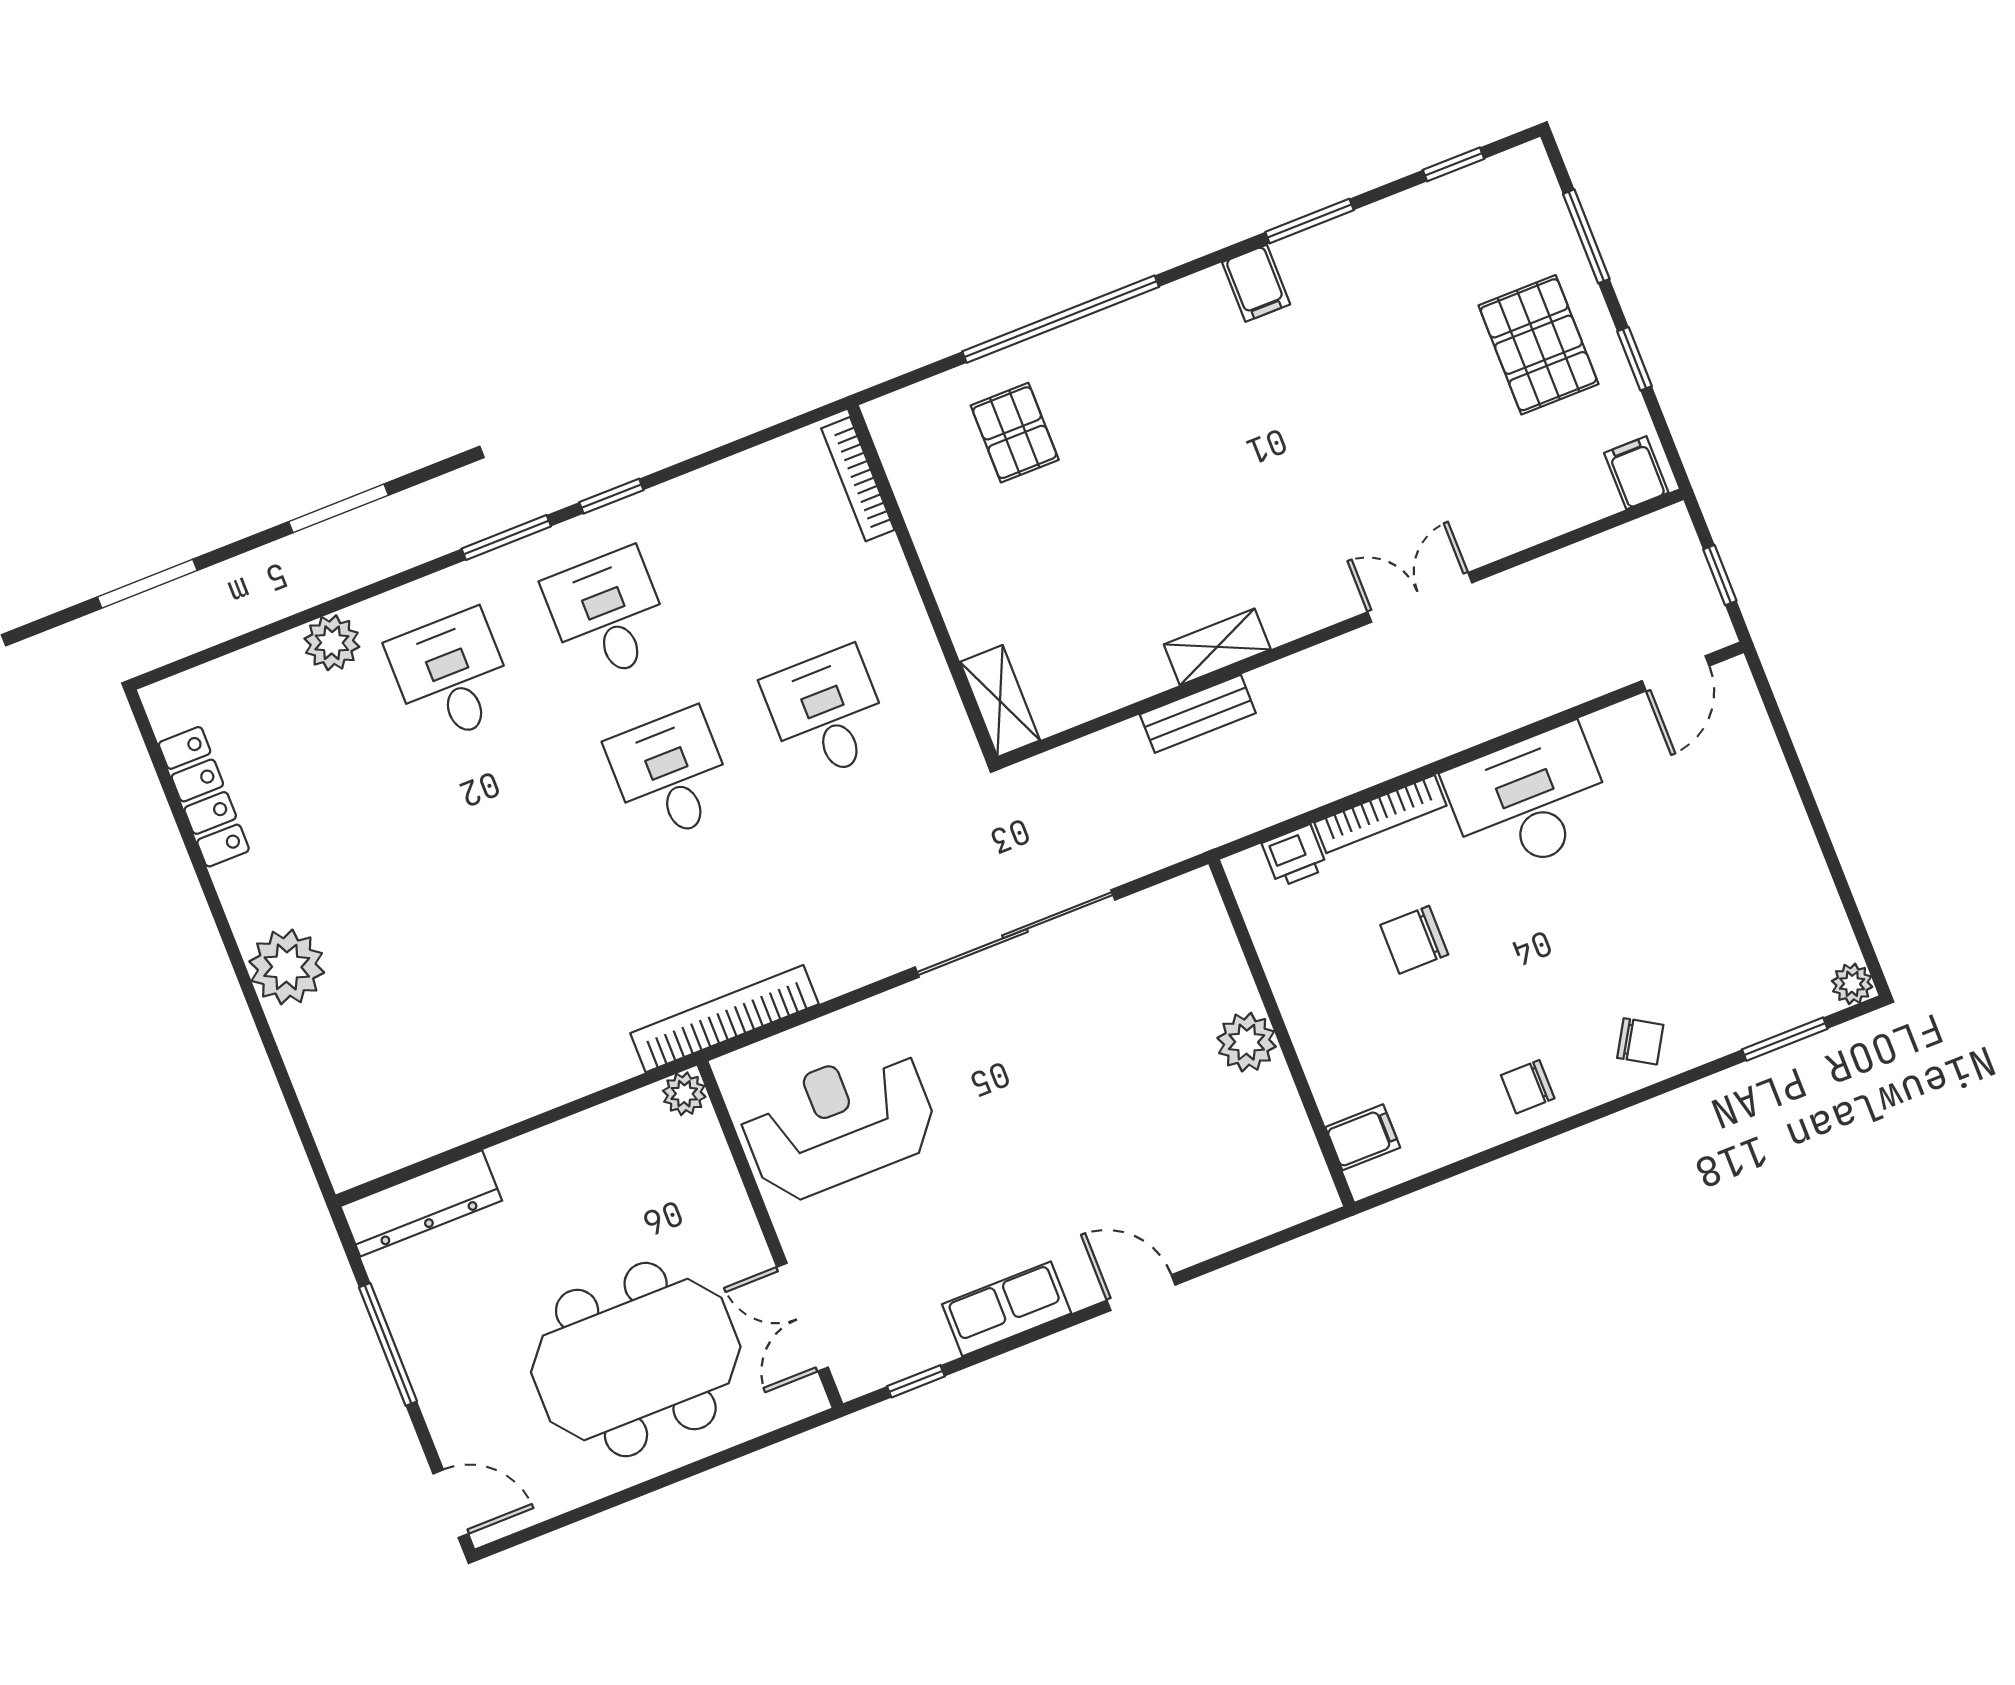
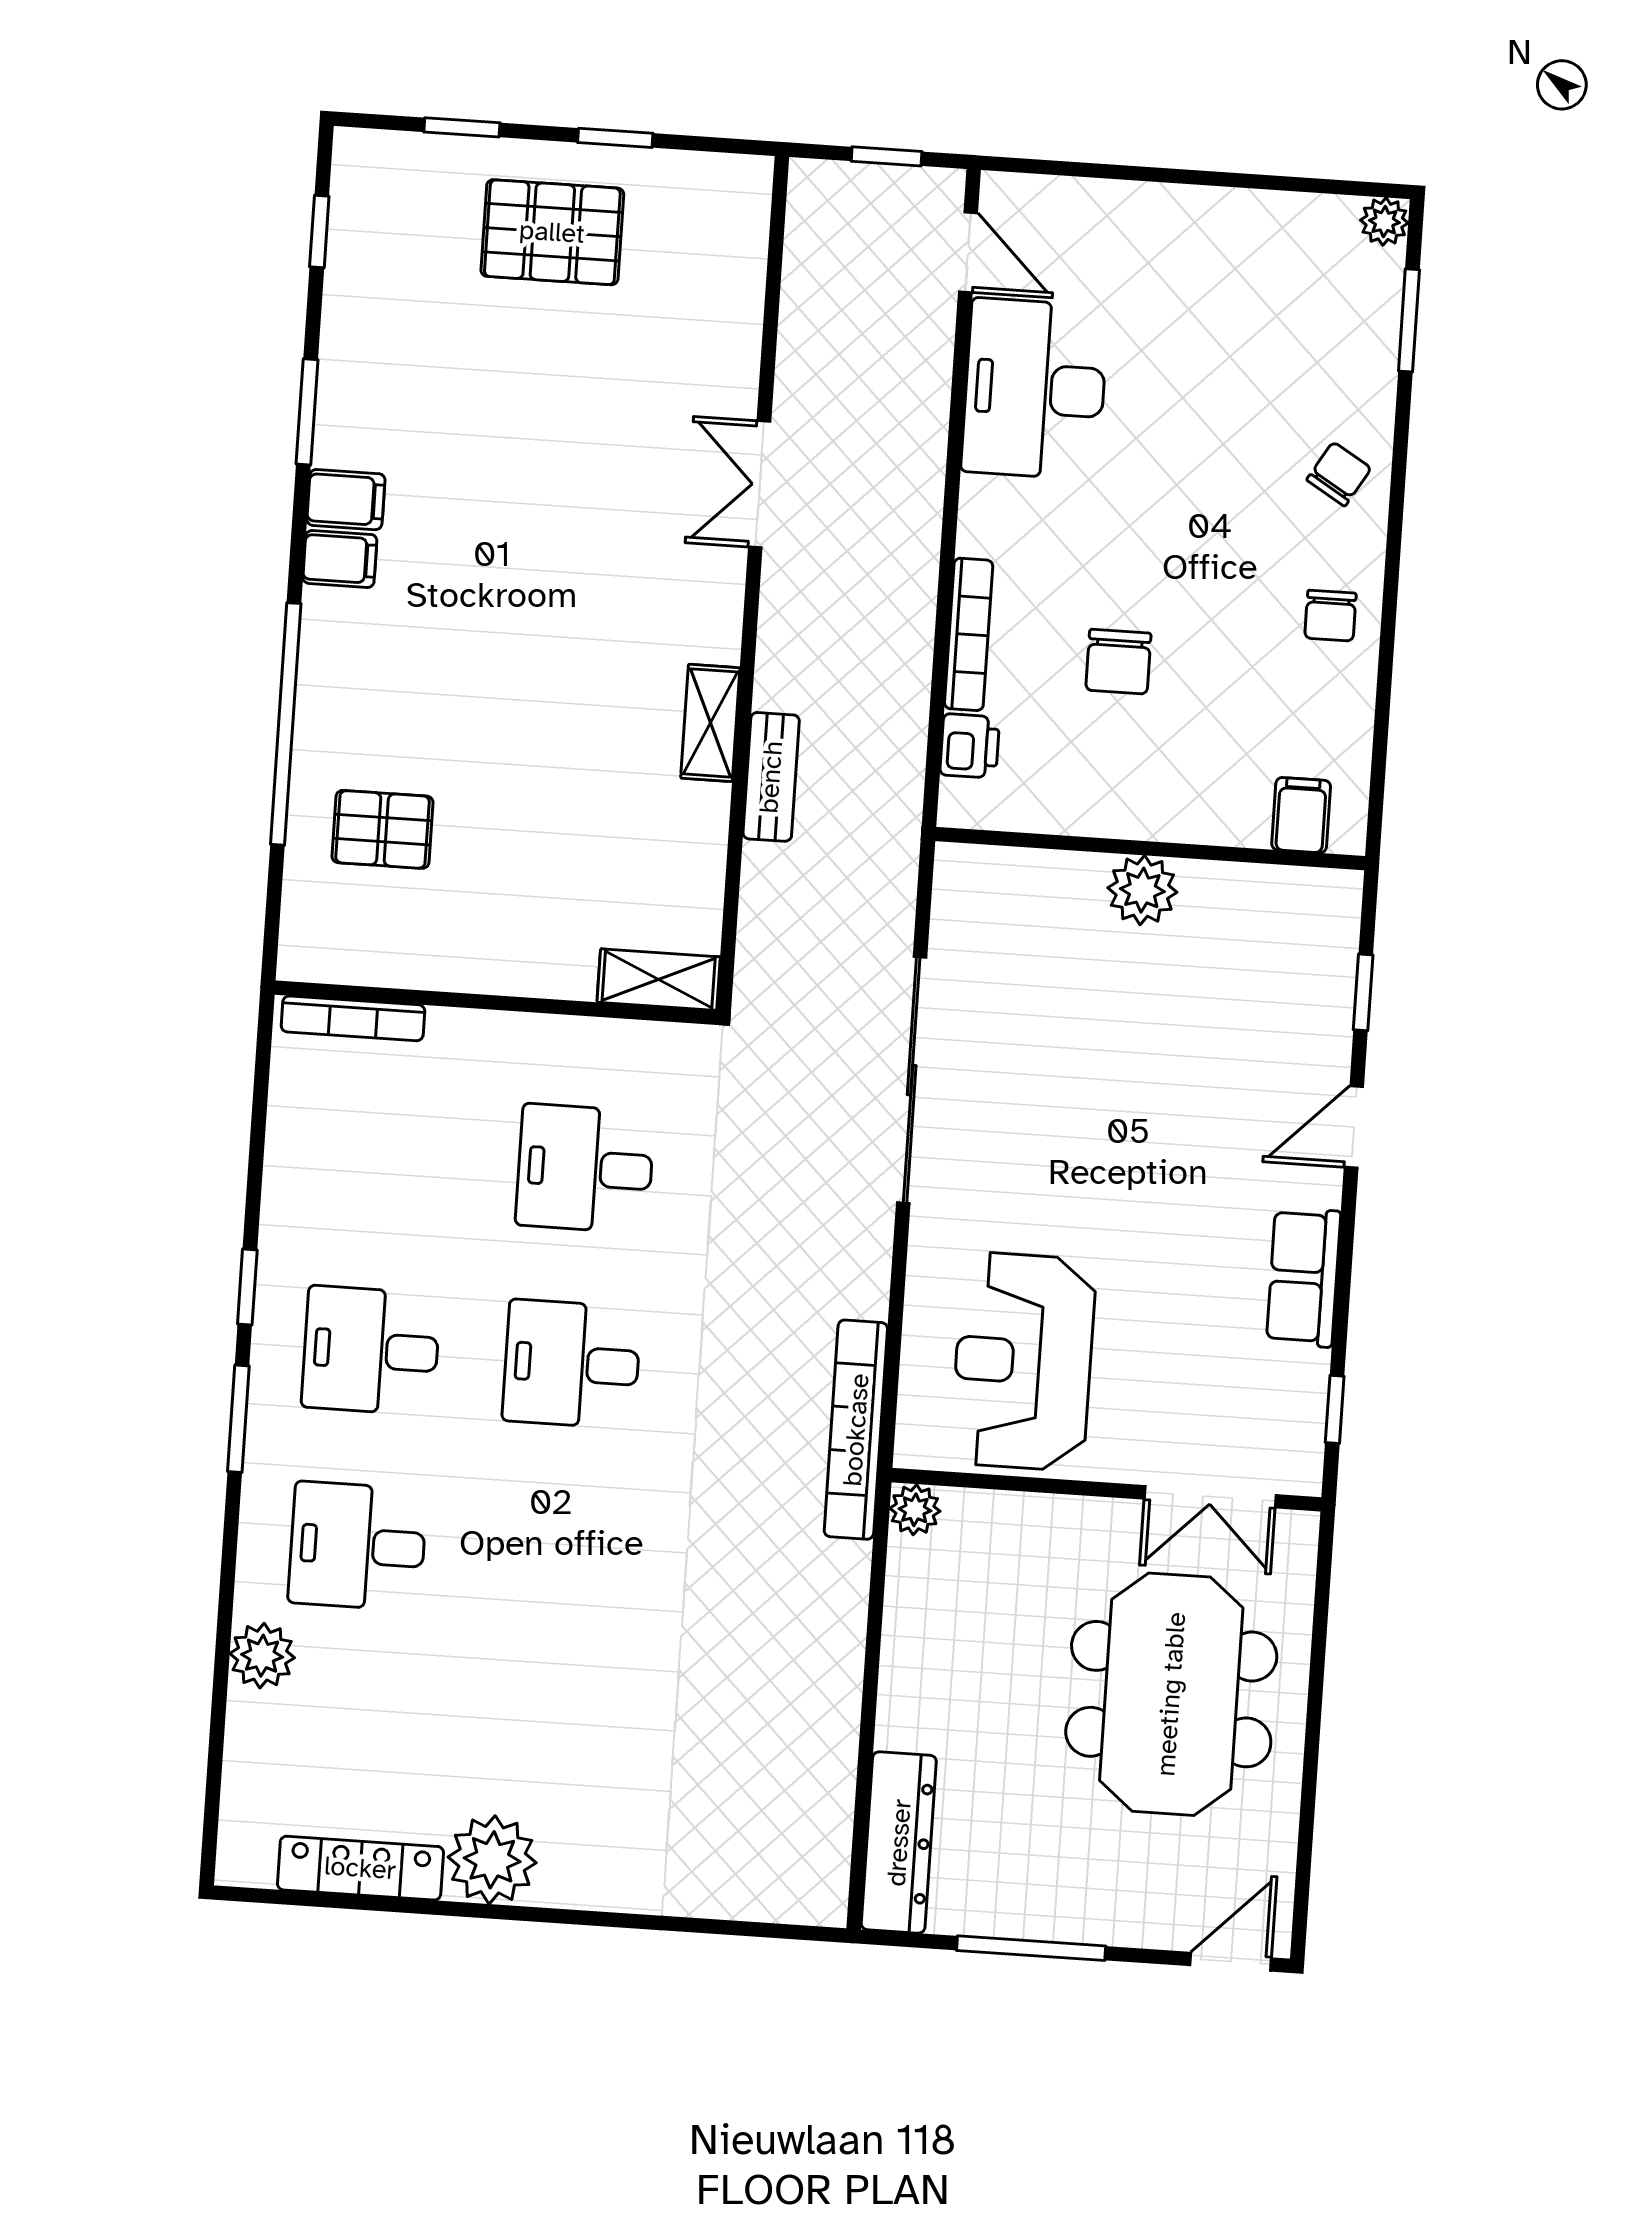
window: (1586, 236) -> (462, 127), width x0.67
filing cabinet: (1636, 473) -> (340, 559), moved, turned 180
desk: (1529, 801) -> (1035, 389), moved
plant: (287, 967) -> (492, 1860), moved
window: (1249, 1250) -> (1363, 992), added

